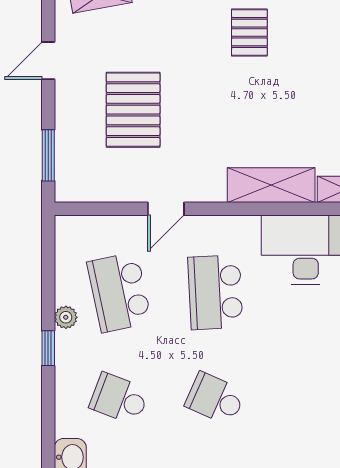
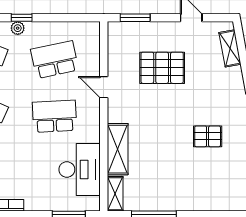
plant: (66, 317) -> (18, 28), moved

